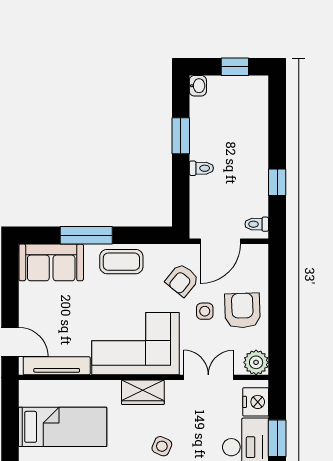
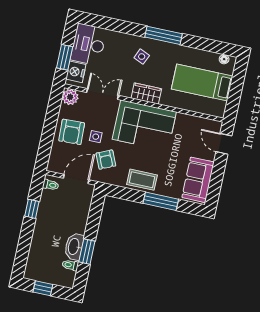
washbasin: (198, 86) -> (74, 247), moved, width x1.91, depth x1.45
toilet: (201, 168) -> (70, 265), moved
sofa: (51, 262) -> (198, 180), moved, turned -90
armchair: (182, 280) -> (106, 160), turned 117
tv unit: (57, 366) -> (198, 122), removed
double door: (208, 377) -> (103, 94), swing flipped
window: (277, 438) -> (65, 57), moved

